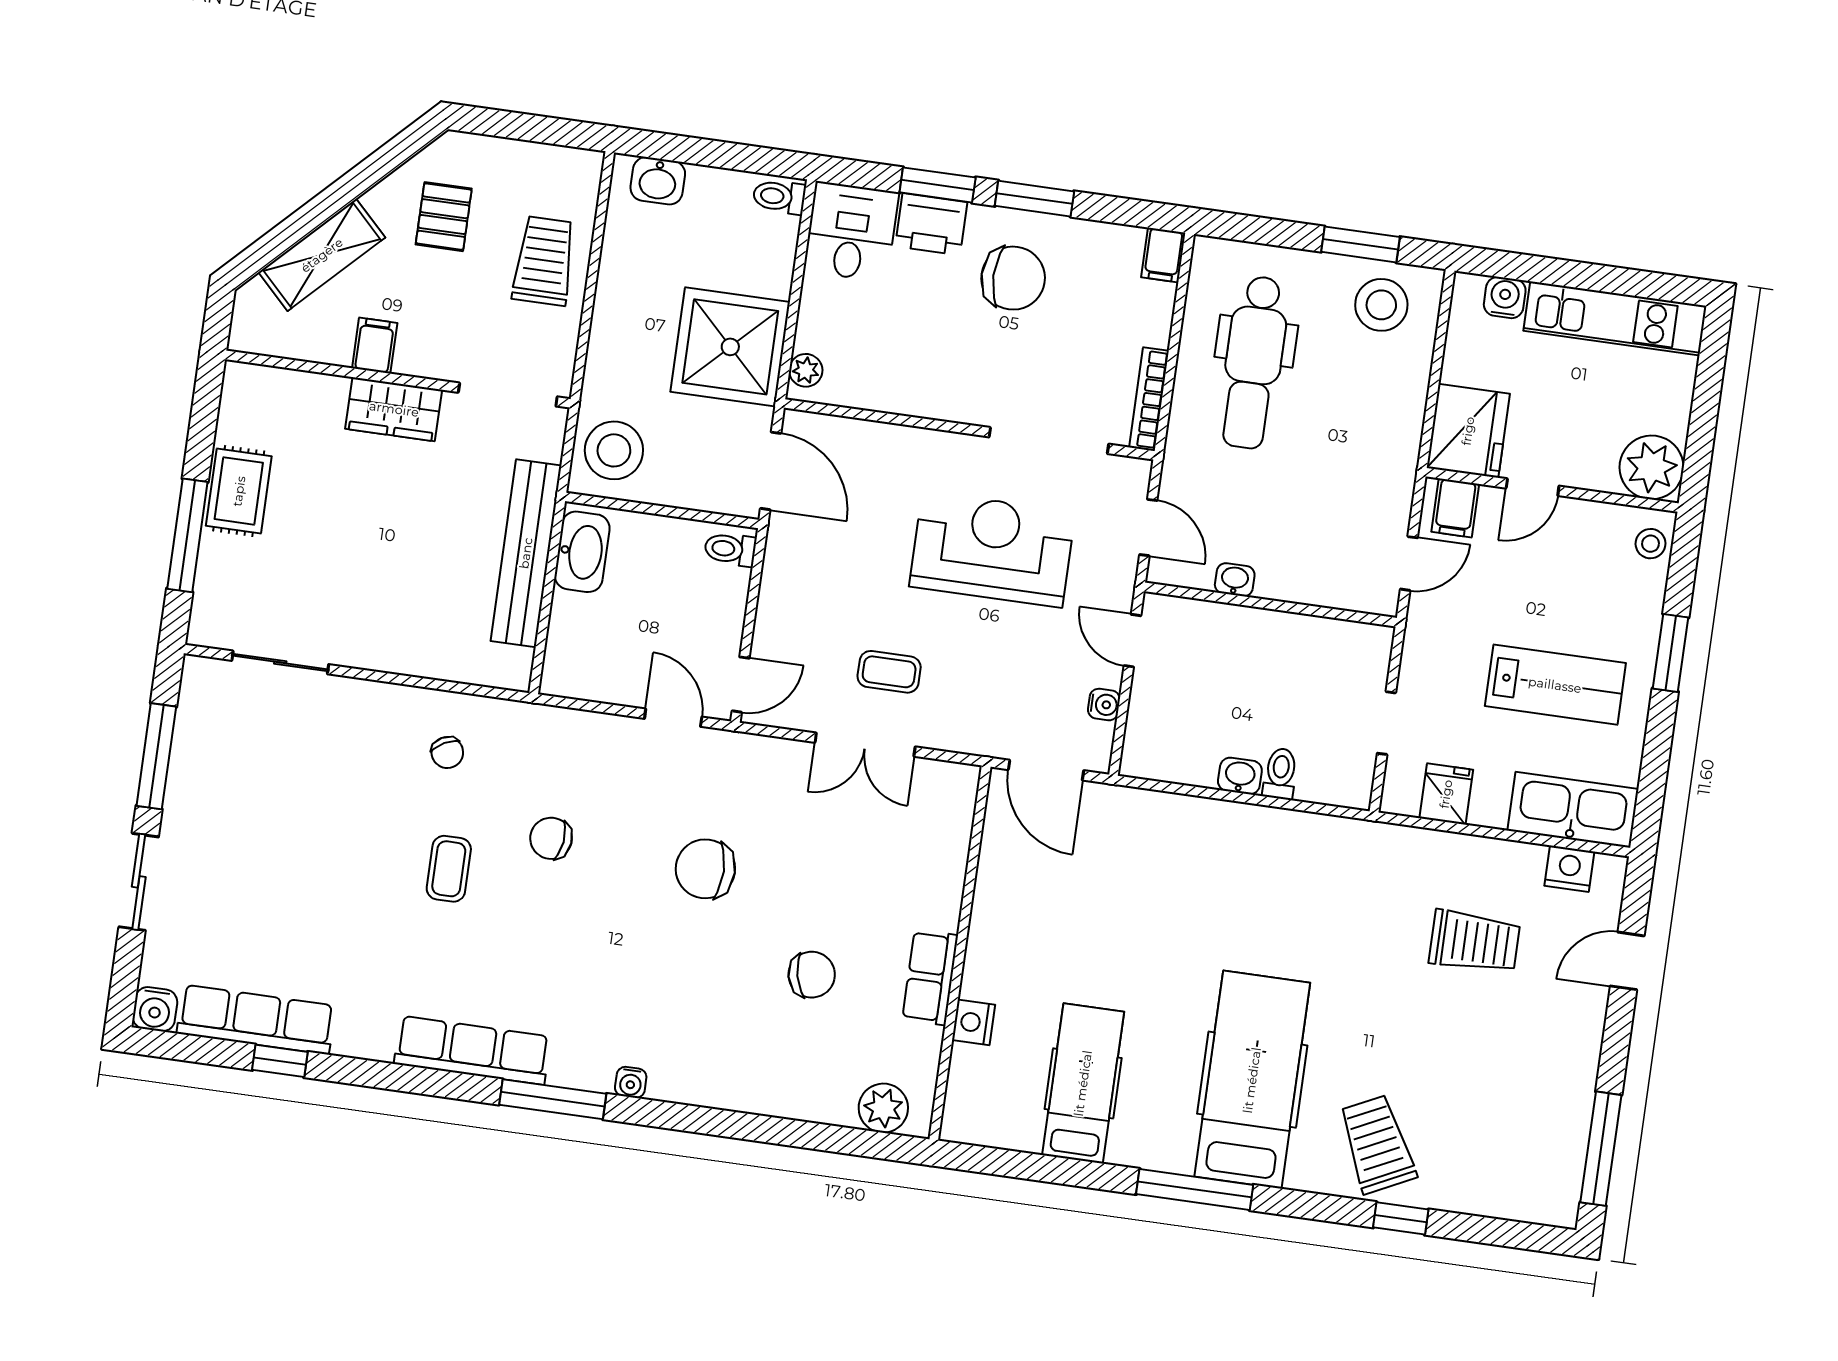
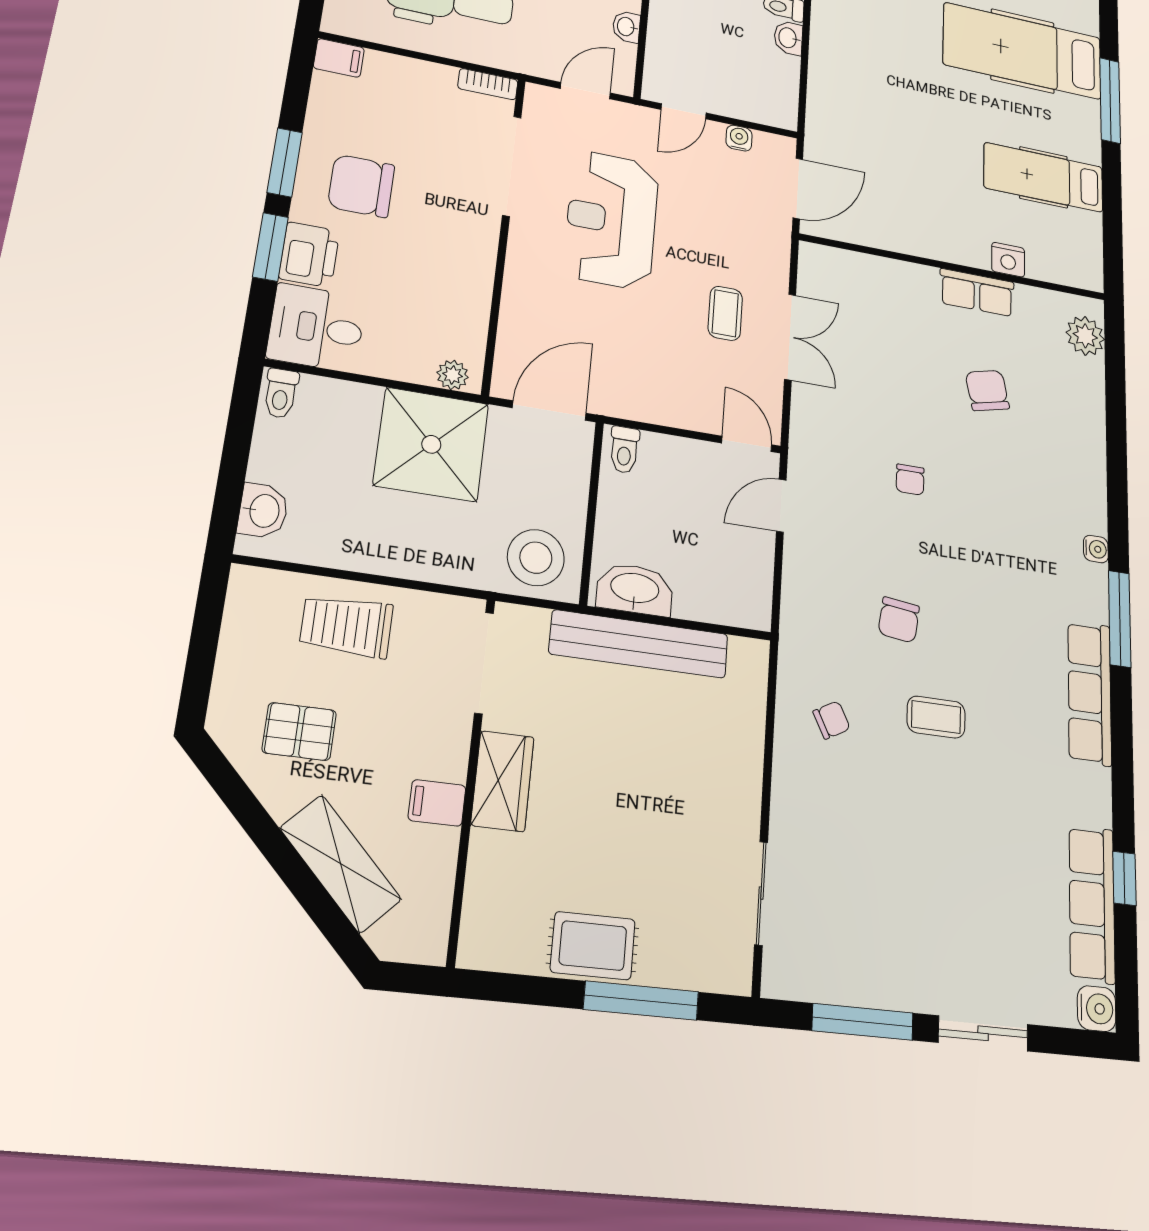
chair: (1013, 278) -> (361, 186), turned -90
bookcase: (1149, 399) -> (488, 84), width x0.64
chair: (705, 869) -> (910, 480), width x0.54, depth x0.54

